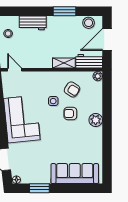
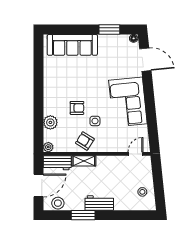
workbench: (33, 23) -> (99, 203), moved
door: (15, 70) -> (136, 154), swing flipped
armchair: (72, 89) -> (85, 141), moved
plant: (96, 120) -> (50, 122), moved

